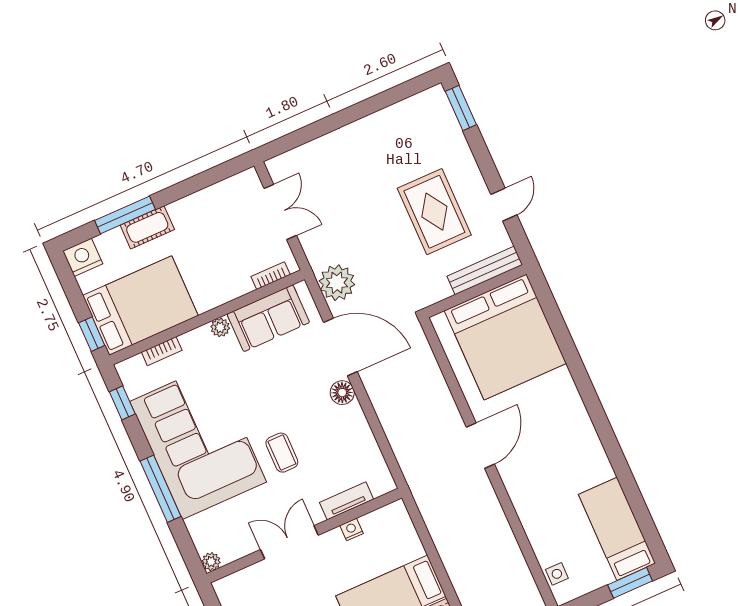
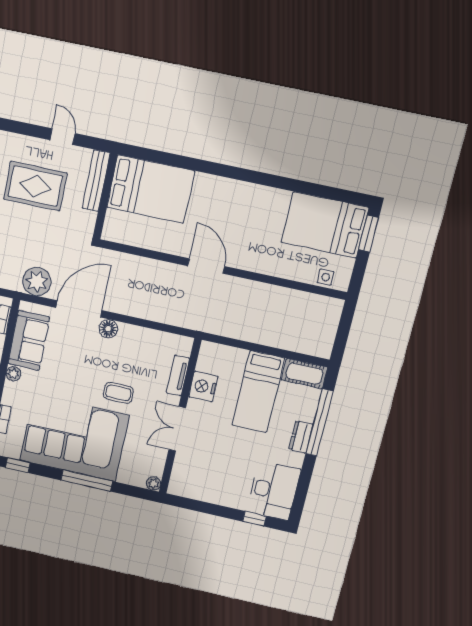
bed: (505, 337) -> (151, 189), width x0.73
nightstand: (352, 529) -> (203, 386), width x1.89, depth x1.79
bed: (617, 529) -> (325, 225), width x1.50

